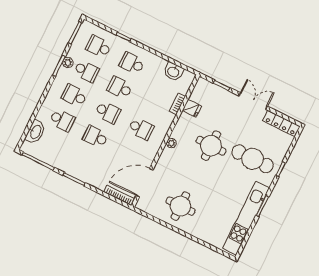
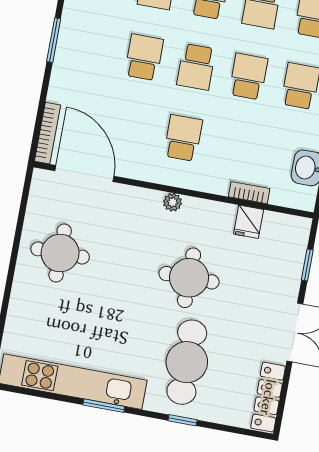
school desk: (141, 129) -> (183, 138), turned 180

